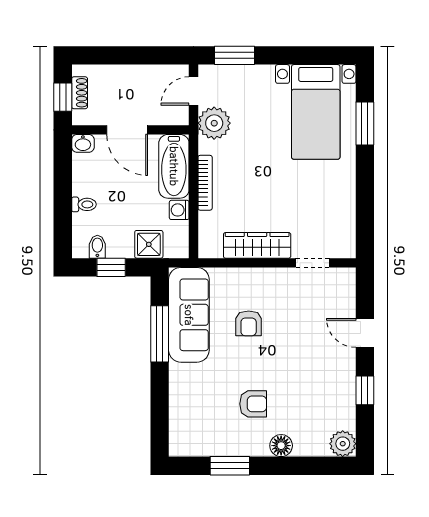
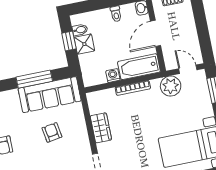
toilet: (84, 204) -> (116, 14), moved
shower: (149, 244) -> (84, 44), moved
wardrobe: (257, 245) -> (101, 128), width x0.67
armchair: (249, 323) -> (52, 132), turned 81

